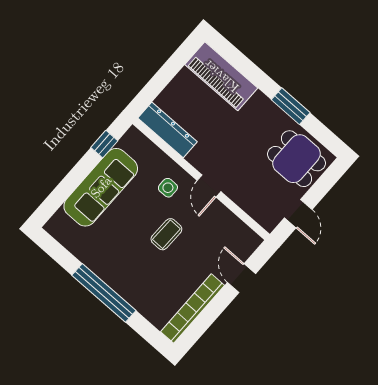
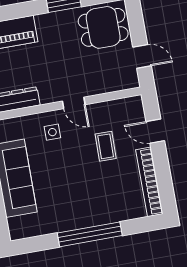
coffee table: (166, 234) -> (106, 146), moved

